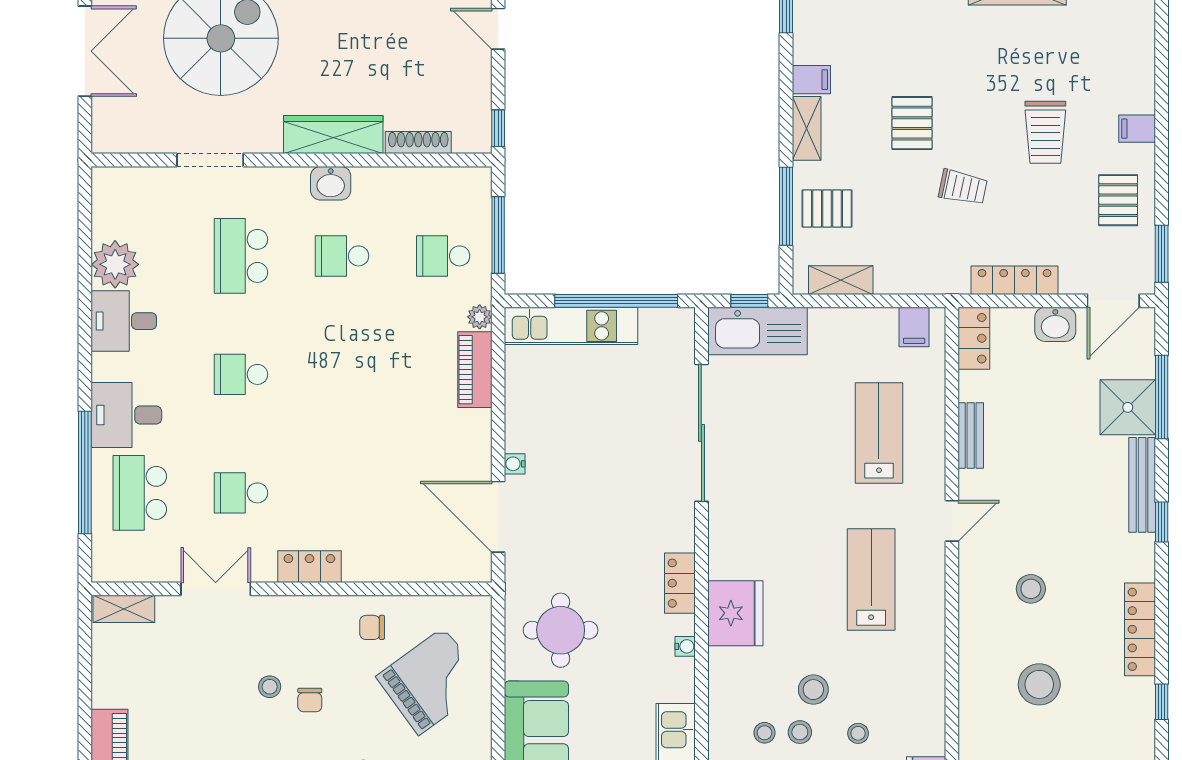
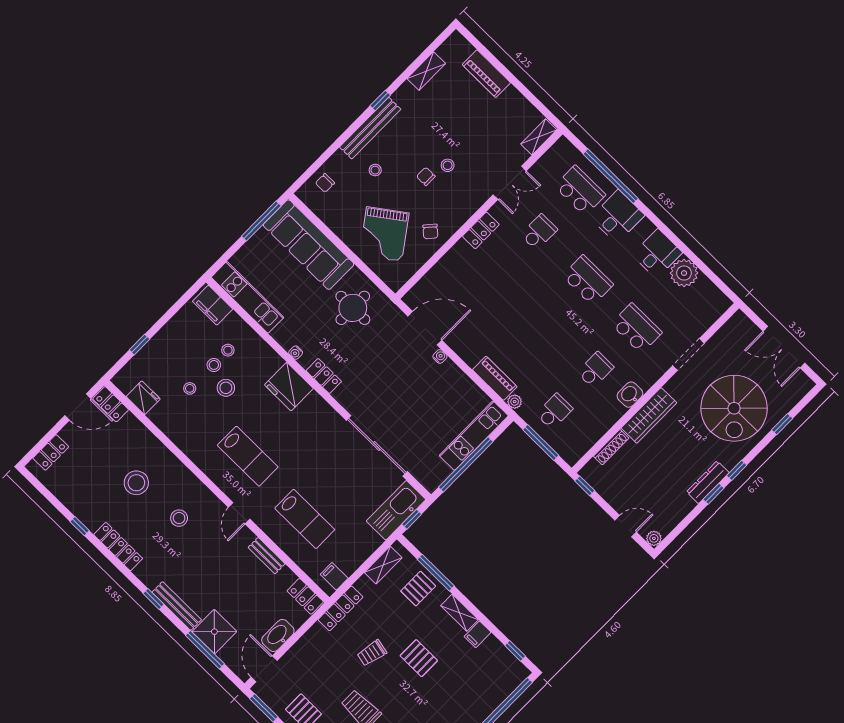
locker: (1015, 280) -> (340, 608), moved
washbasin: (1055, 324) -> (278, 635), width x1.38
school desk: (241, 374) -> (588, 280), width x1.85
chair: (372, 627) -> (430, 231), turned 131

